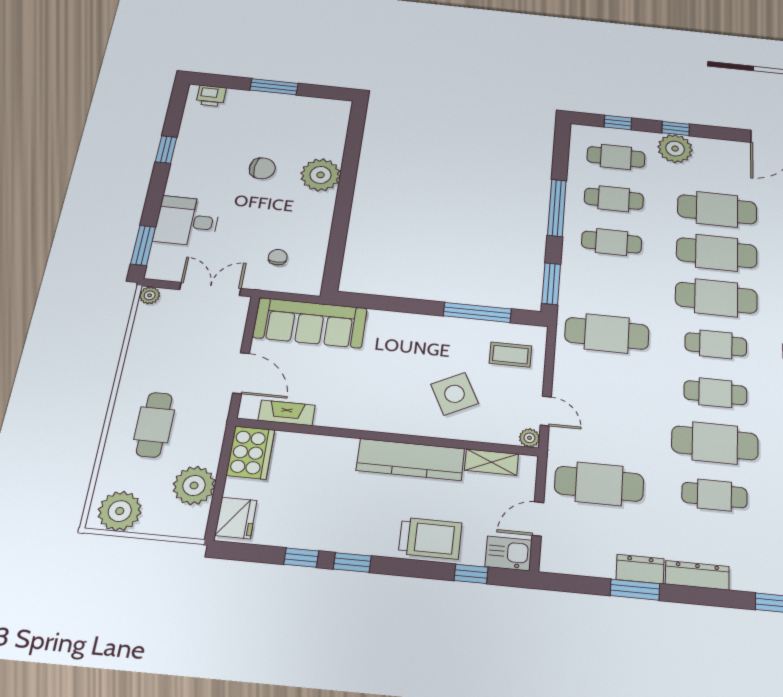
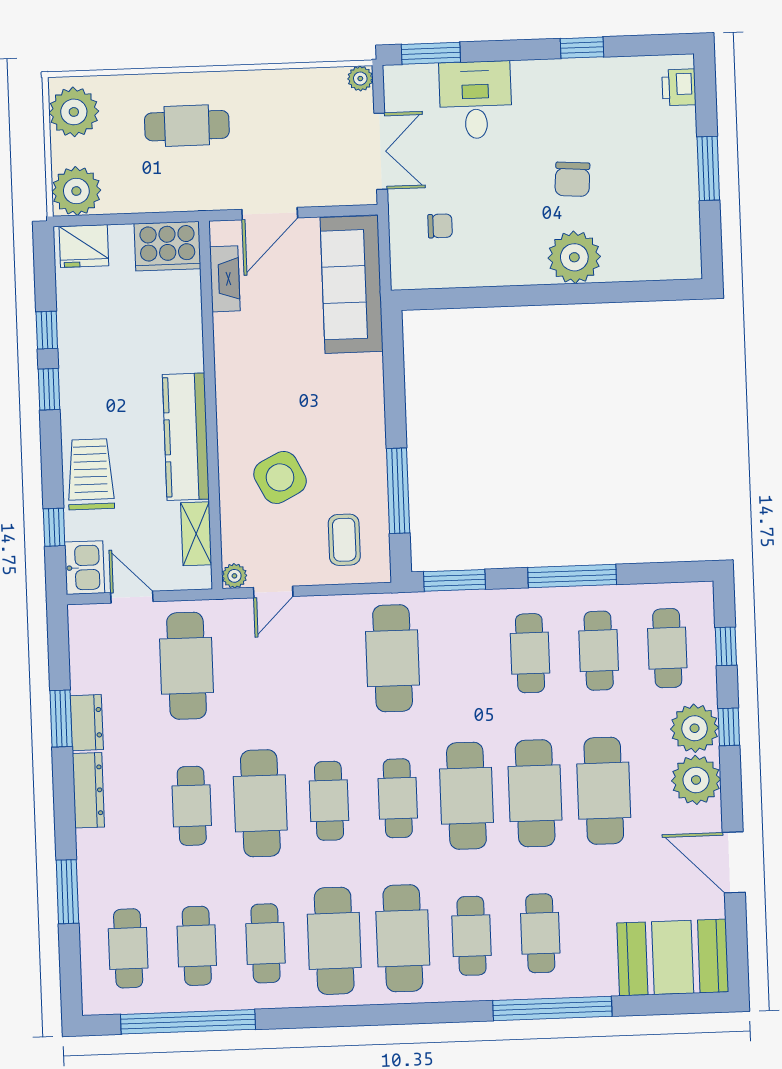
plant: (712, 153) -> (696, 780), added
plant: (194, 485) -> (76, 191), moved
trolley: (430, 538) -> (91, 474), turned 180

